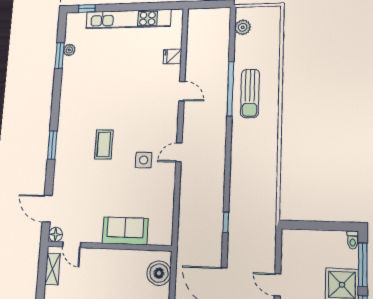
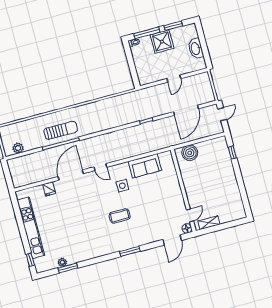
door: (182, 91) -> (71, 175), width x1.87
door: (179, 152) -> (100, 167), moved
sofa: (125, 231) -> (145, 166), moved, turned -90

